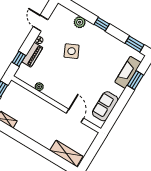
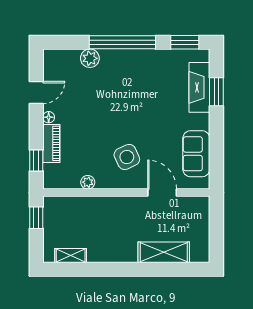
door: (41, 23) -> (36, 93), swing flipped
window: (102, 24) -> (122, 42), width x3.17
side table: (72, 51) -> (127, 157), moved
shelving: (66, 153) -> (164, 252), moved

